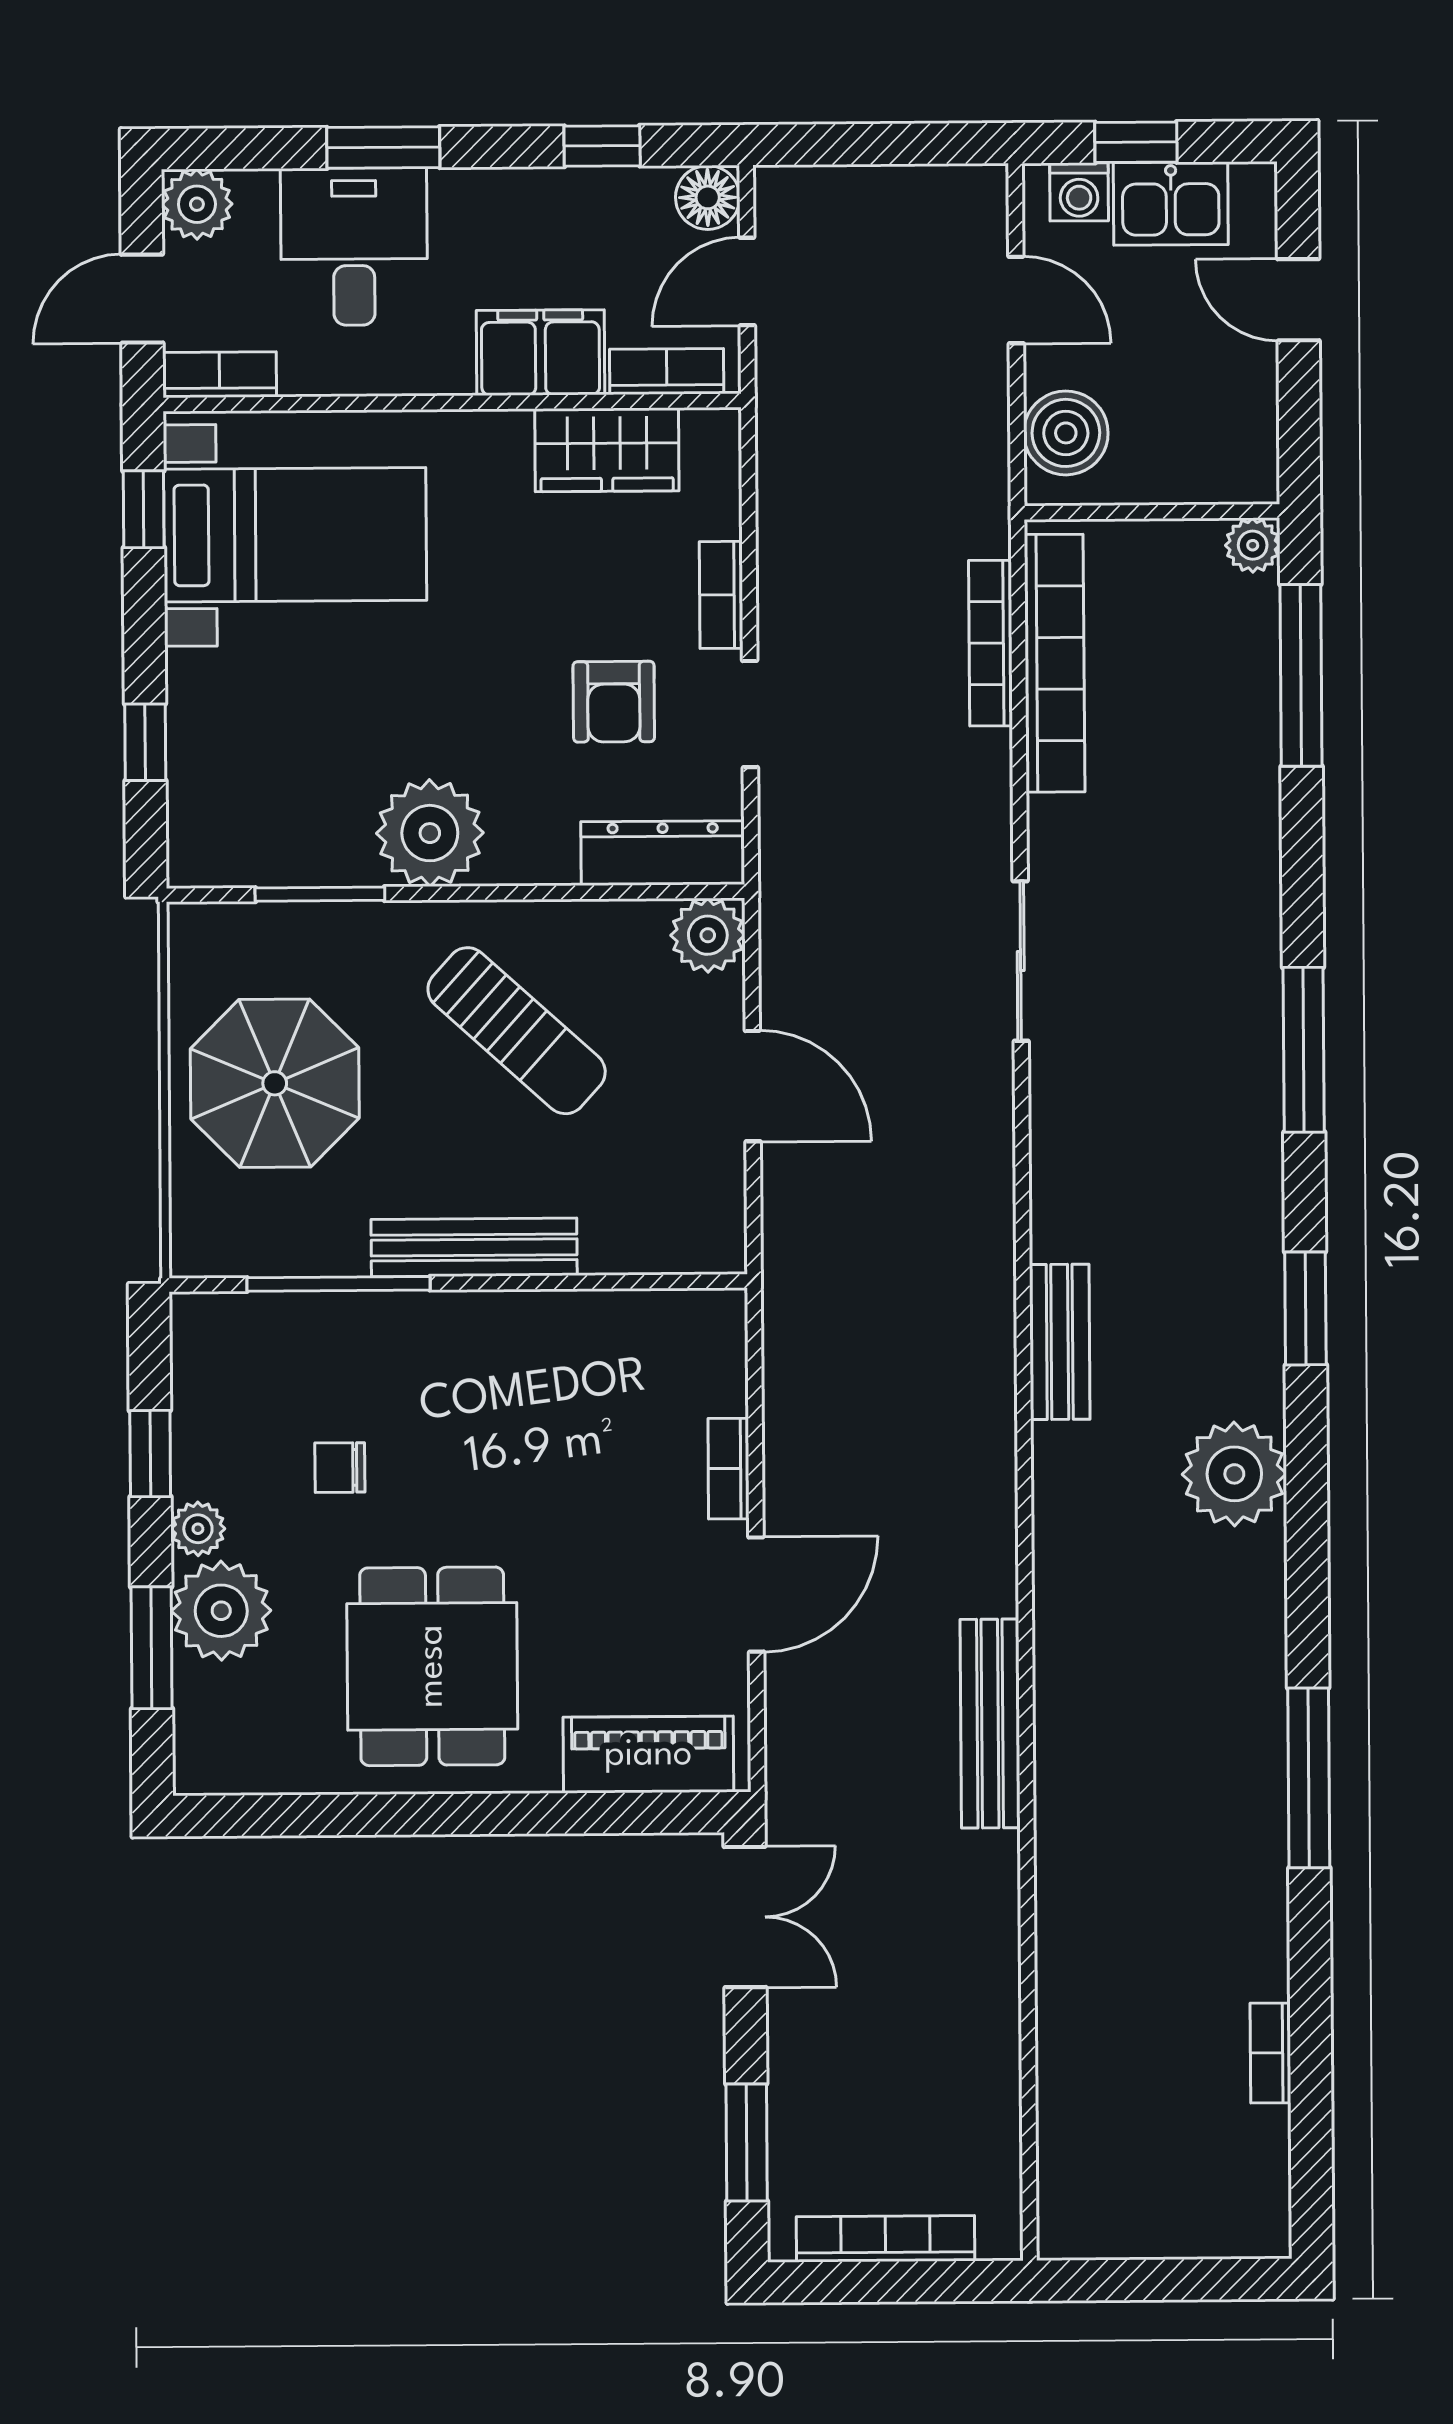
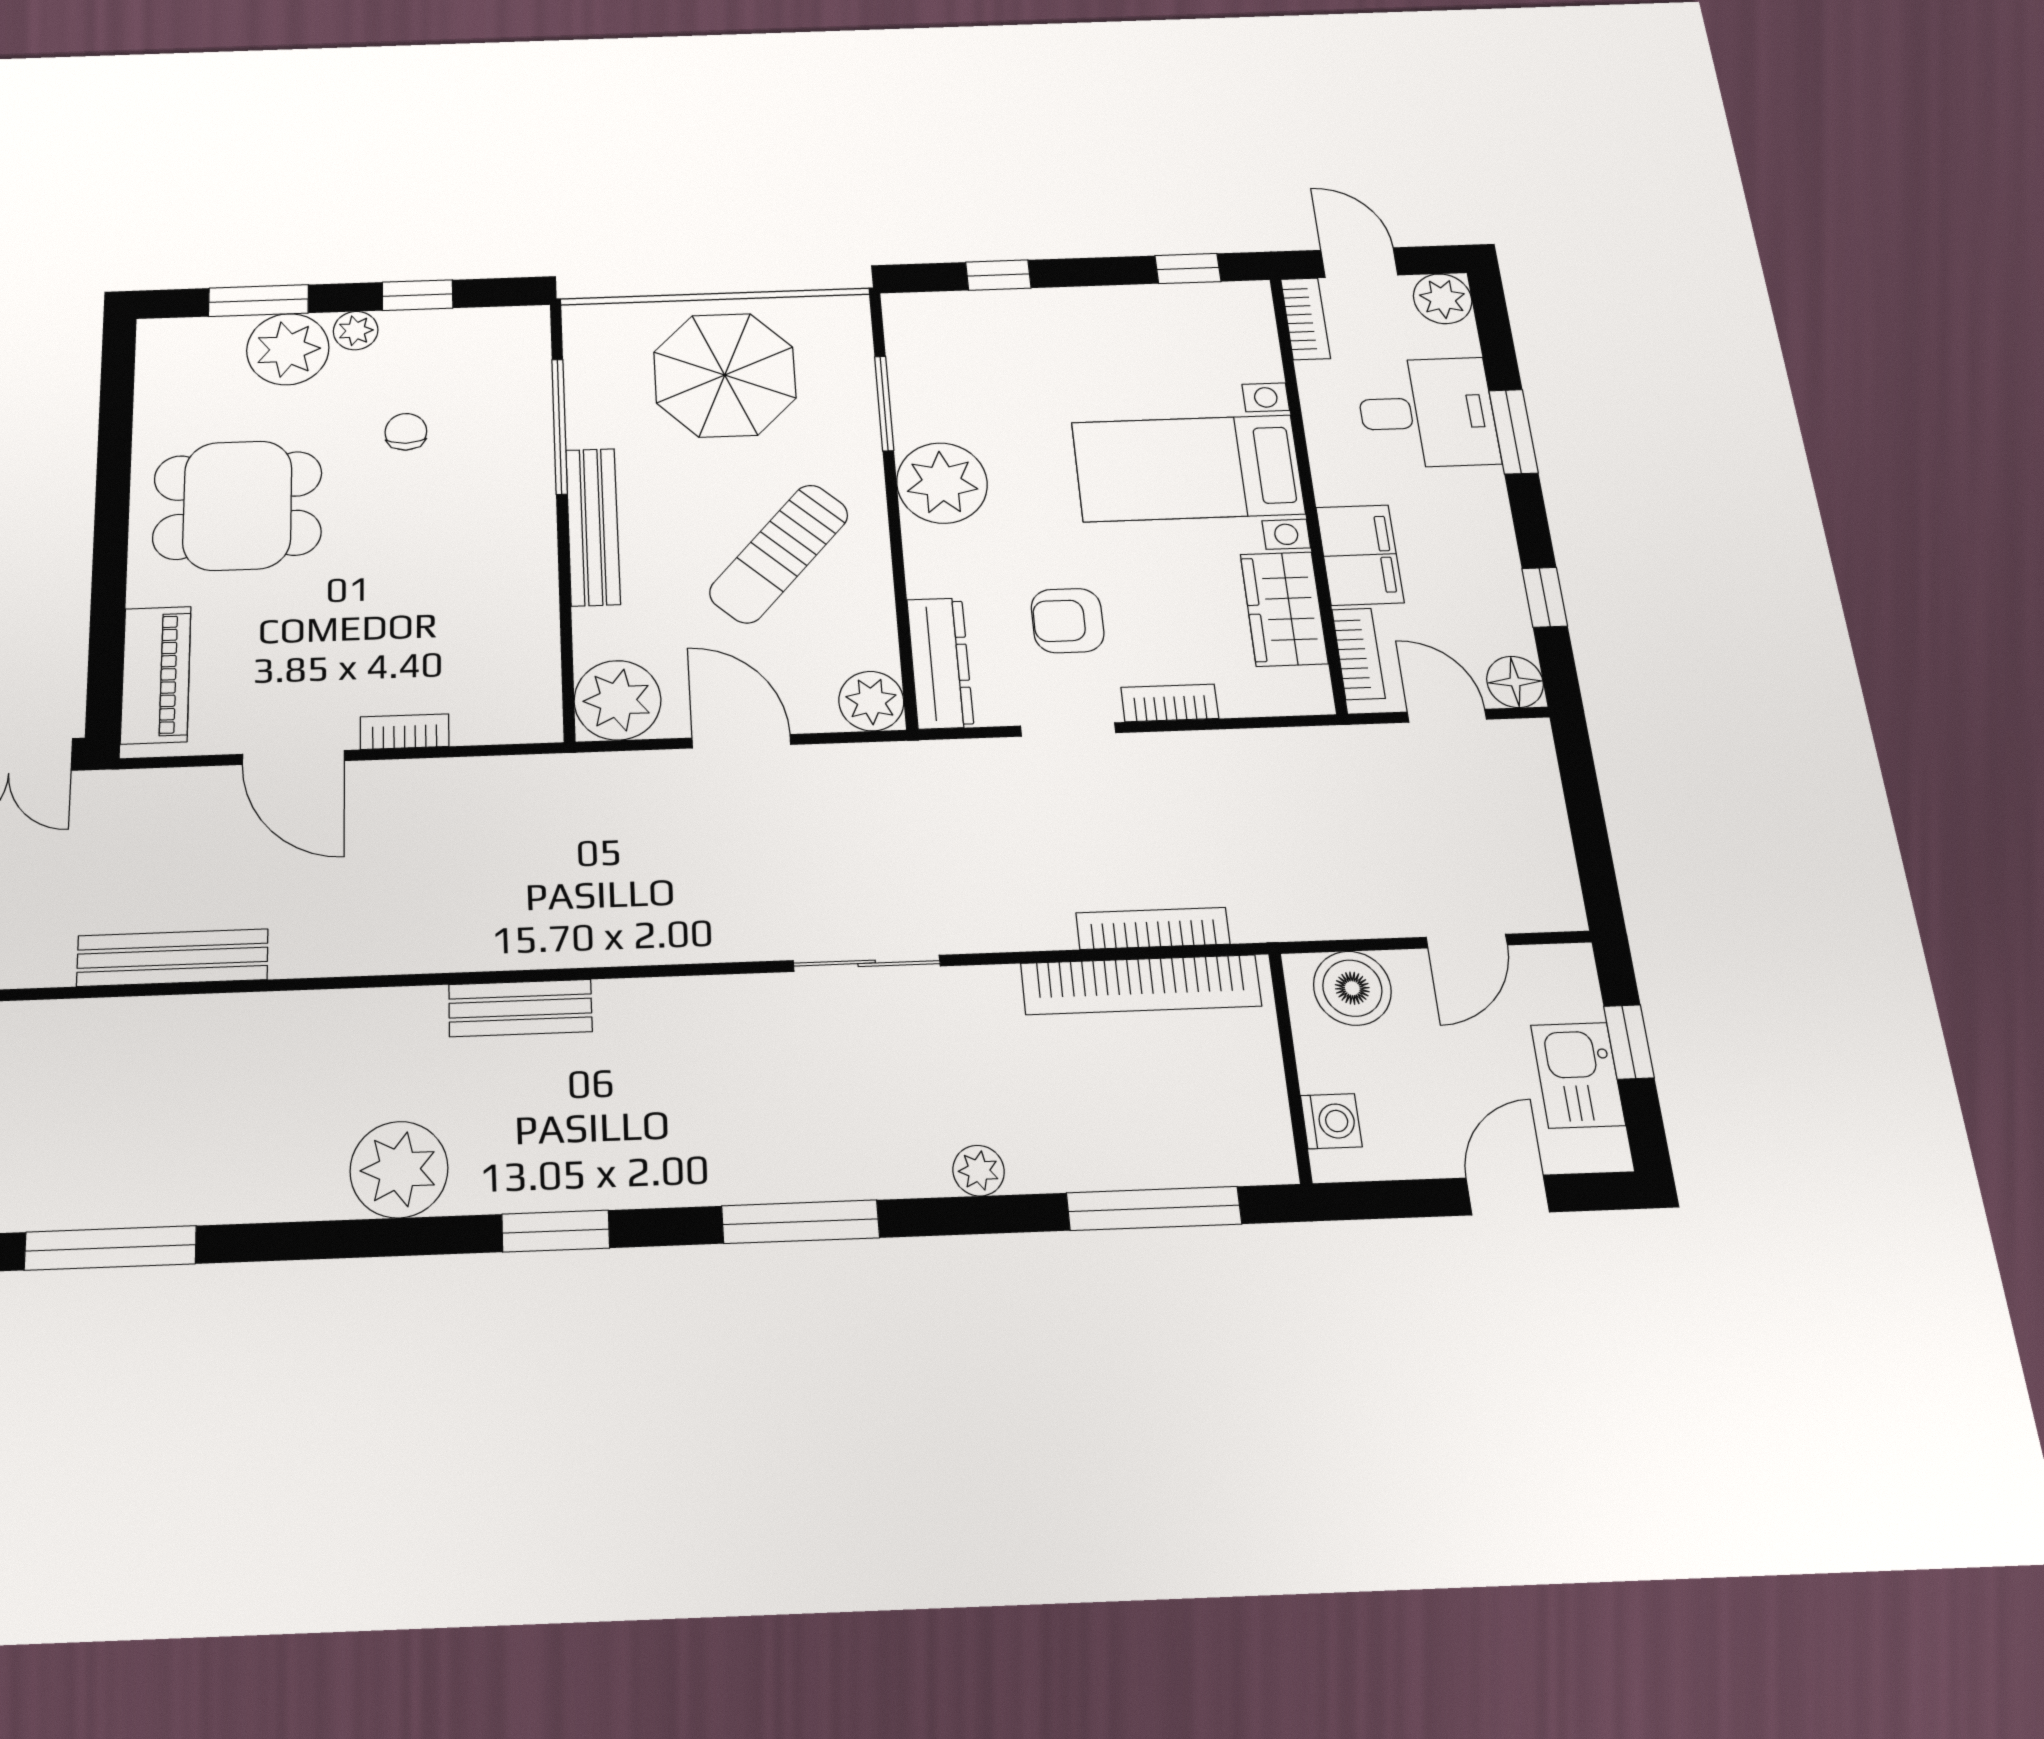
washing machine: (1079, 192) -> (1331, 1121), moved, turned 180
bed with nightstands: (295, 535) -> (1188, 468), moved, turned 90
plant: (1253, 545) -> (979, 1171), moved
door: (753, 1086) -> (741, 741), swing flipped
plant: (697, 1225) -> (617, 700), added

